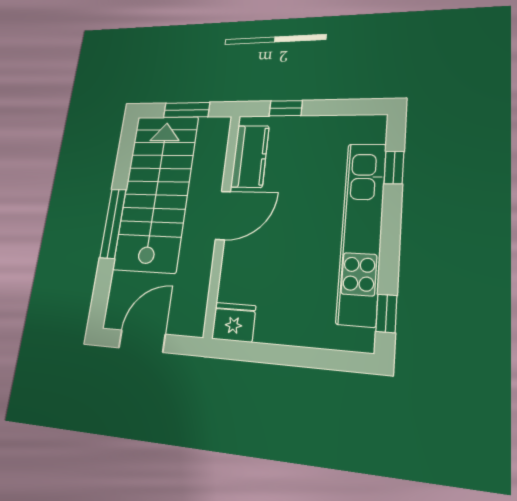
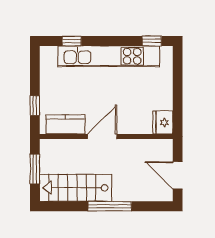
stairs: (156, 192) -> (76, 188), width x0.73, depth x0.66
door: (223, 215) -> (102, 136), hinge flipped

